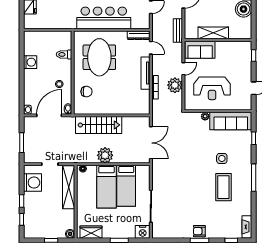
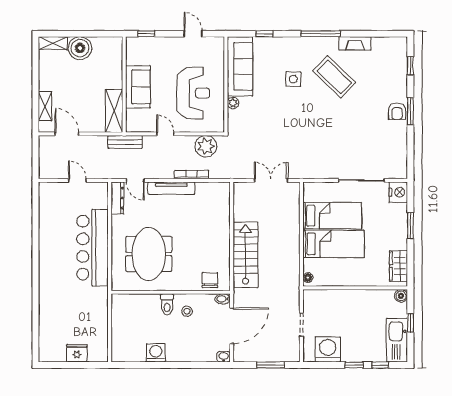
bench: (178, 31) -> (125, 142), moved
shelving: (213, 33) -> (114, 111), moved
door: (151, 48) -> (135, 180), swing flipped
sofa: (200, 50) -> (138, 87), moved
toilet: (64, 54) -> (167, 304), moved
meeting table: (99, 57) -> (149, 254), turned 90
plant: (175, 85) -> (206, 146), moved
chair: (86, 92) -> (210, 280), moved
door: (49, 115) -> (232, 326), swing flipped
double door: (151, 143) -> (271, 180), width x0.73
plant: (105, 155) -> (289, 246), removed
shelving: (69, 187) -> (334, 298), removed
coffee table: (223, 187) -> (334, 77), turned 44
fireplace: (247, 227) -> (355, 43), moved
kitchen sink: (39, 231) -> (397, 340), added

